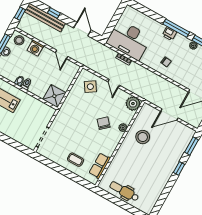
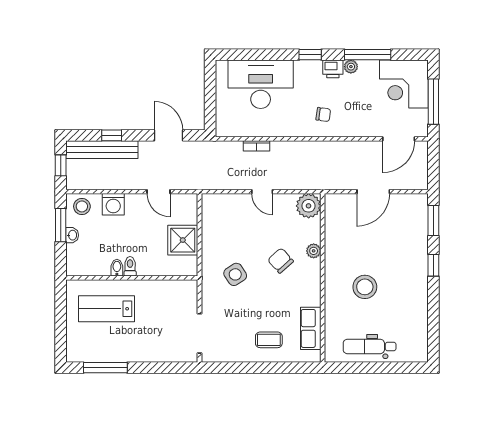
window: (176, 28) -> (310, 55), width x0.46
printer: (169, 34) -> (333, 69), moved
desk: (129, 40) -> (261, 84), moved, turned 180
side table: (90, 87) -> (235, 274), moved
shower: (54, 96) -> (183, 240), moved
stool: (143, 137) -> (365, 287), moved

